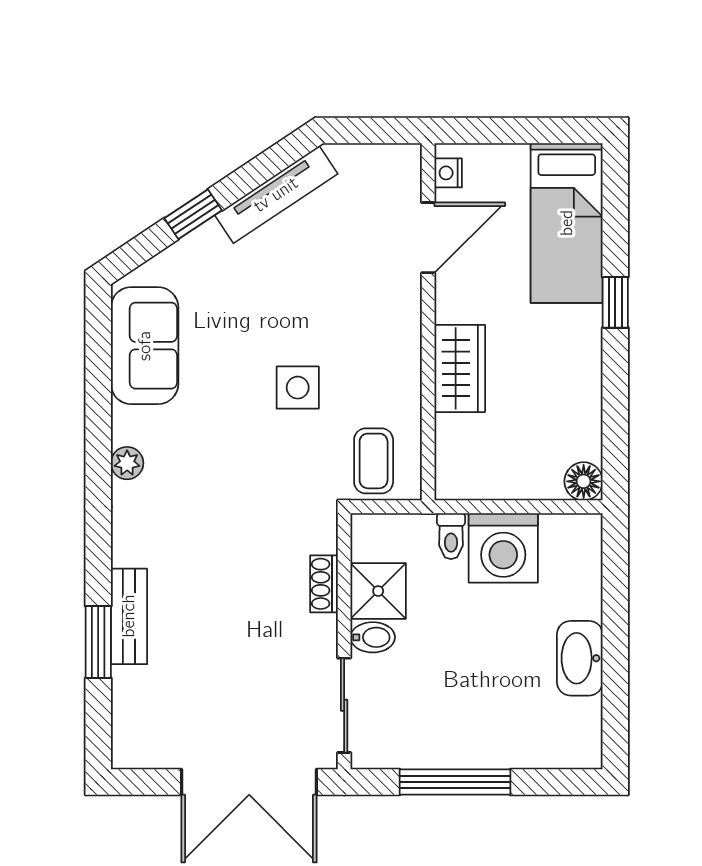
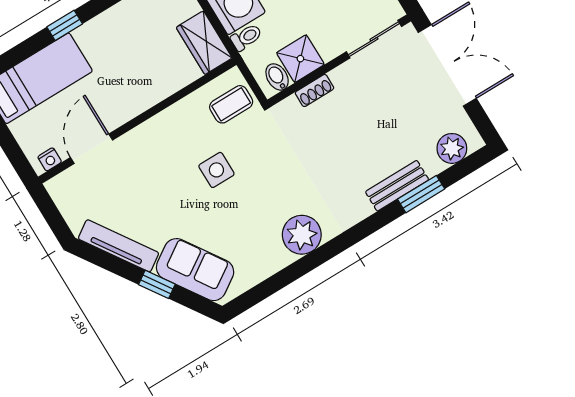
door: (428, 238) -> (91, 149), hinge flipped
sofa: (145, 346) -> (195, 270), moved, turned 56
wardrobe: (460, 368) -> (204, 43), moved, turned -90
plant: (127, 463) -> (302, 235), width x1.88, depth x1.88
bidet: (373, 637) -> (277, 77), moved
plant: (134, 720) -> (452, 148), added

